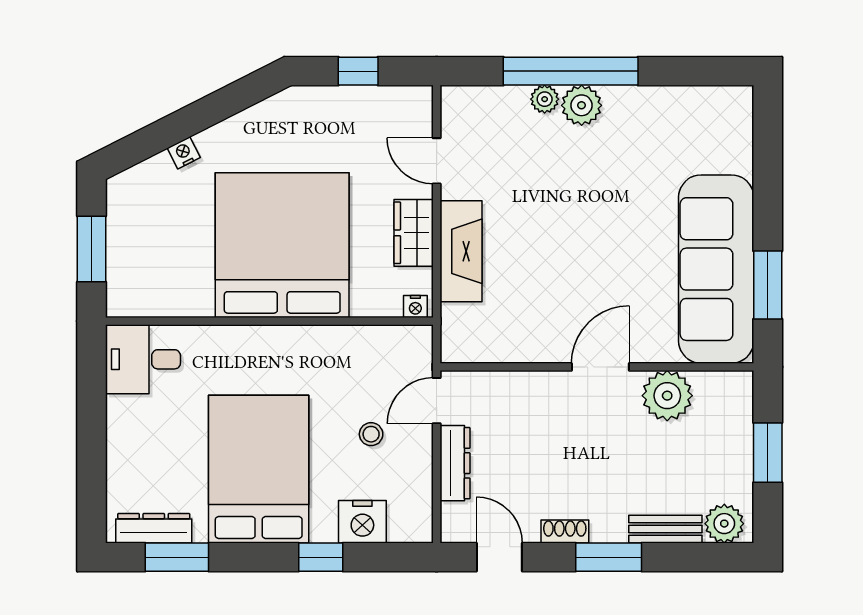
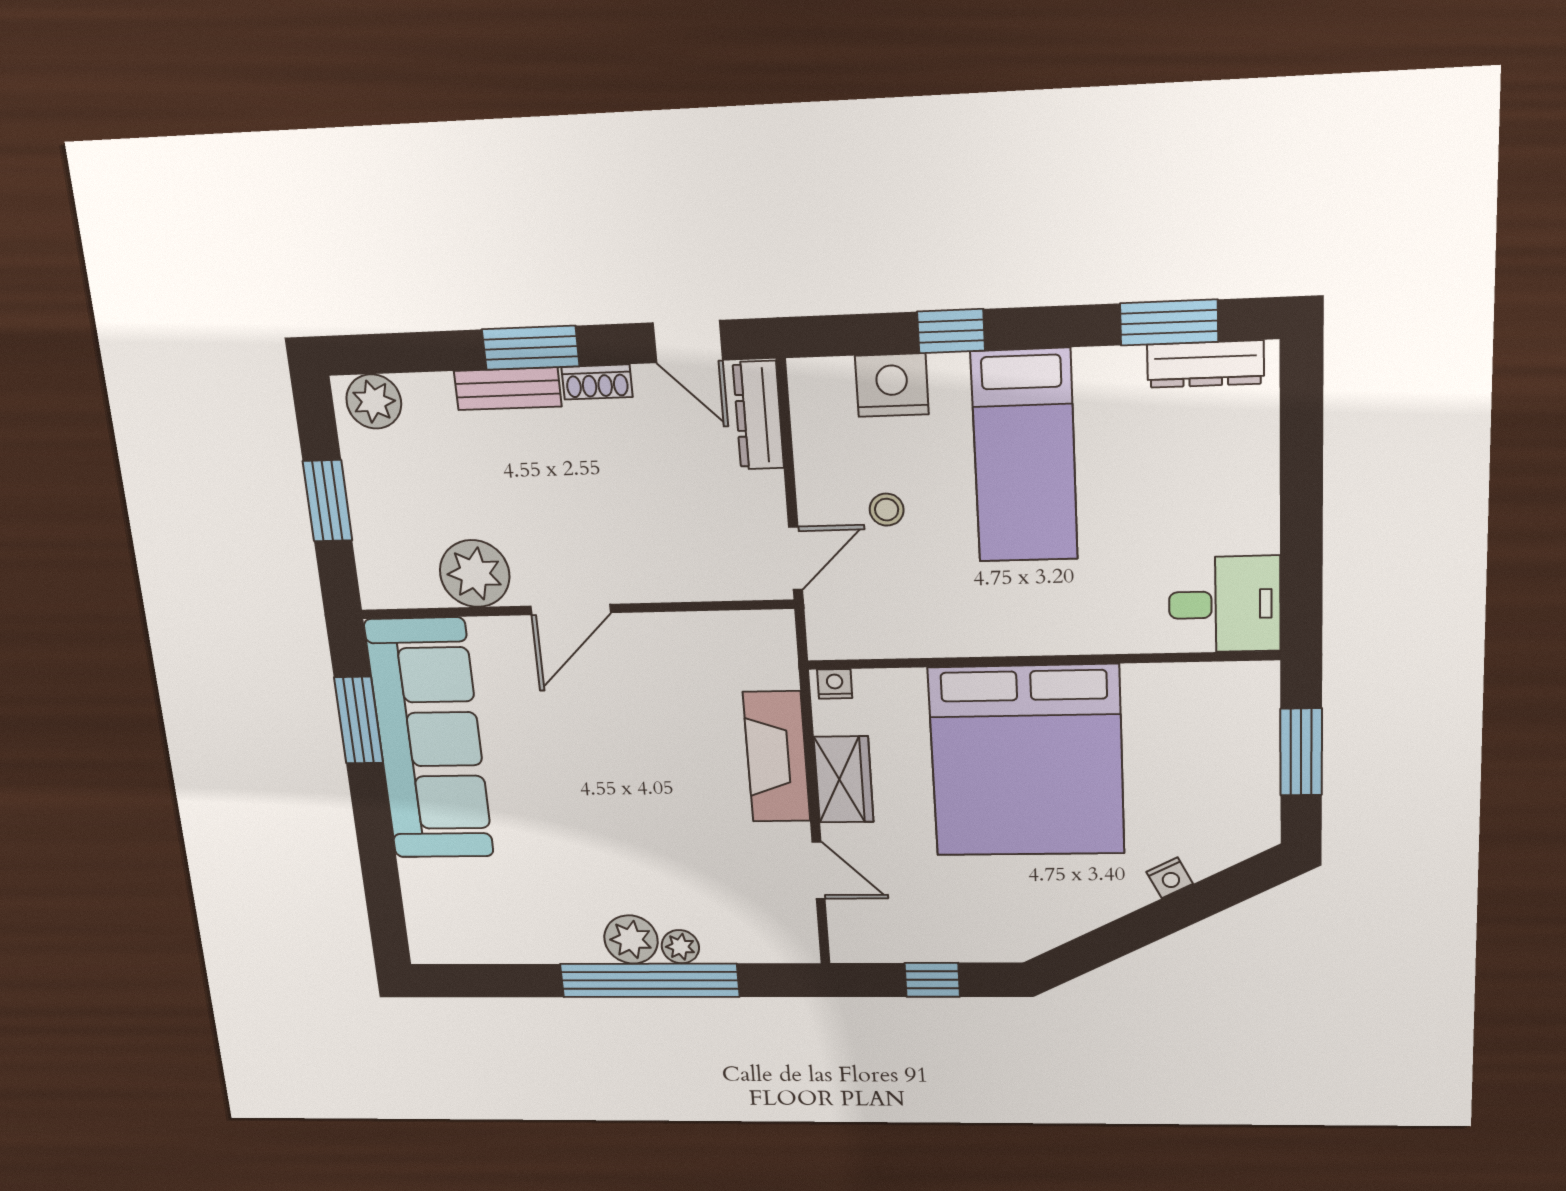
dresser: (455, 463) -> (758, 415), moved
bed: (259, 469) -> (1024, 456), width x0.67
bench: (665, 529) -> (508, 389), moved

